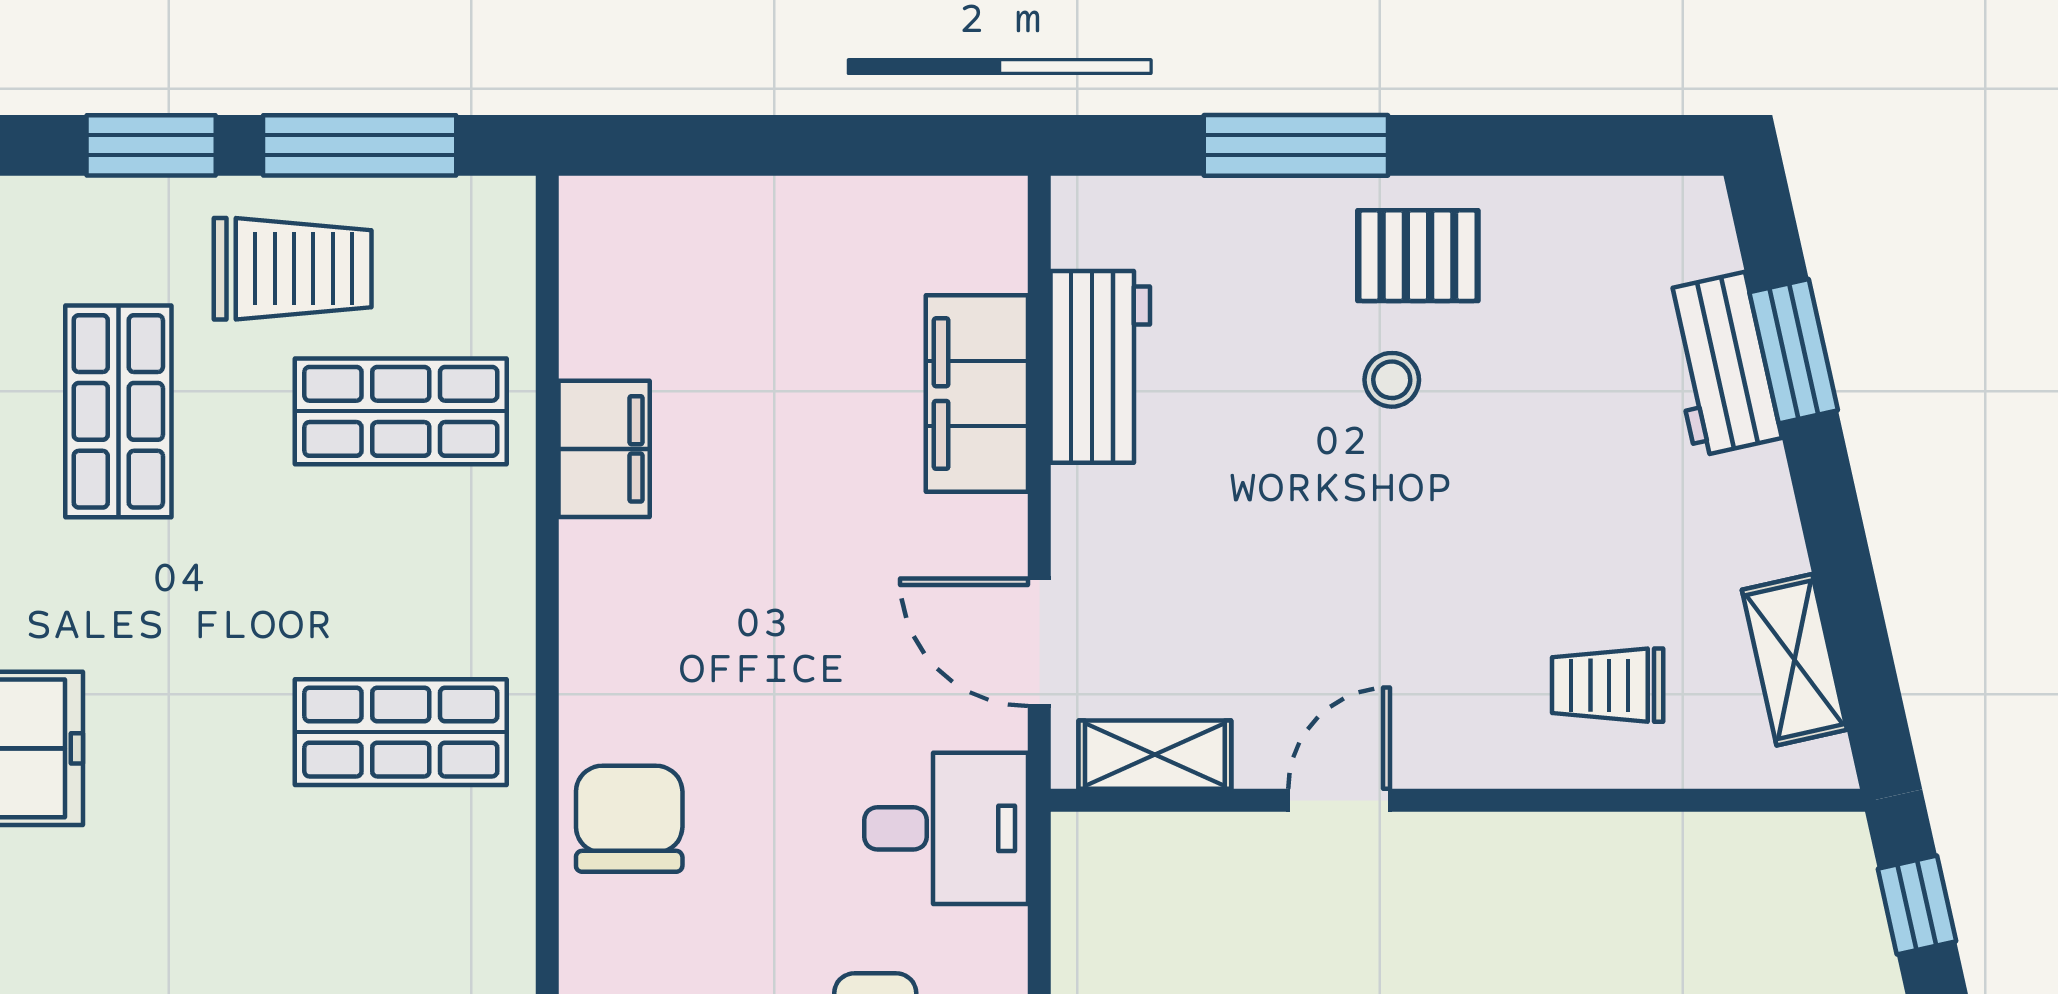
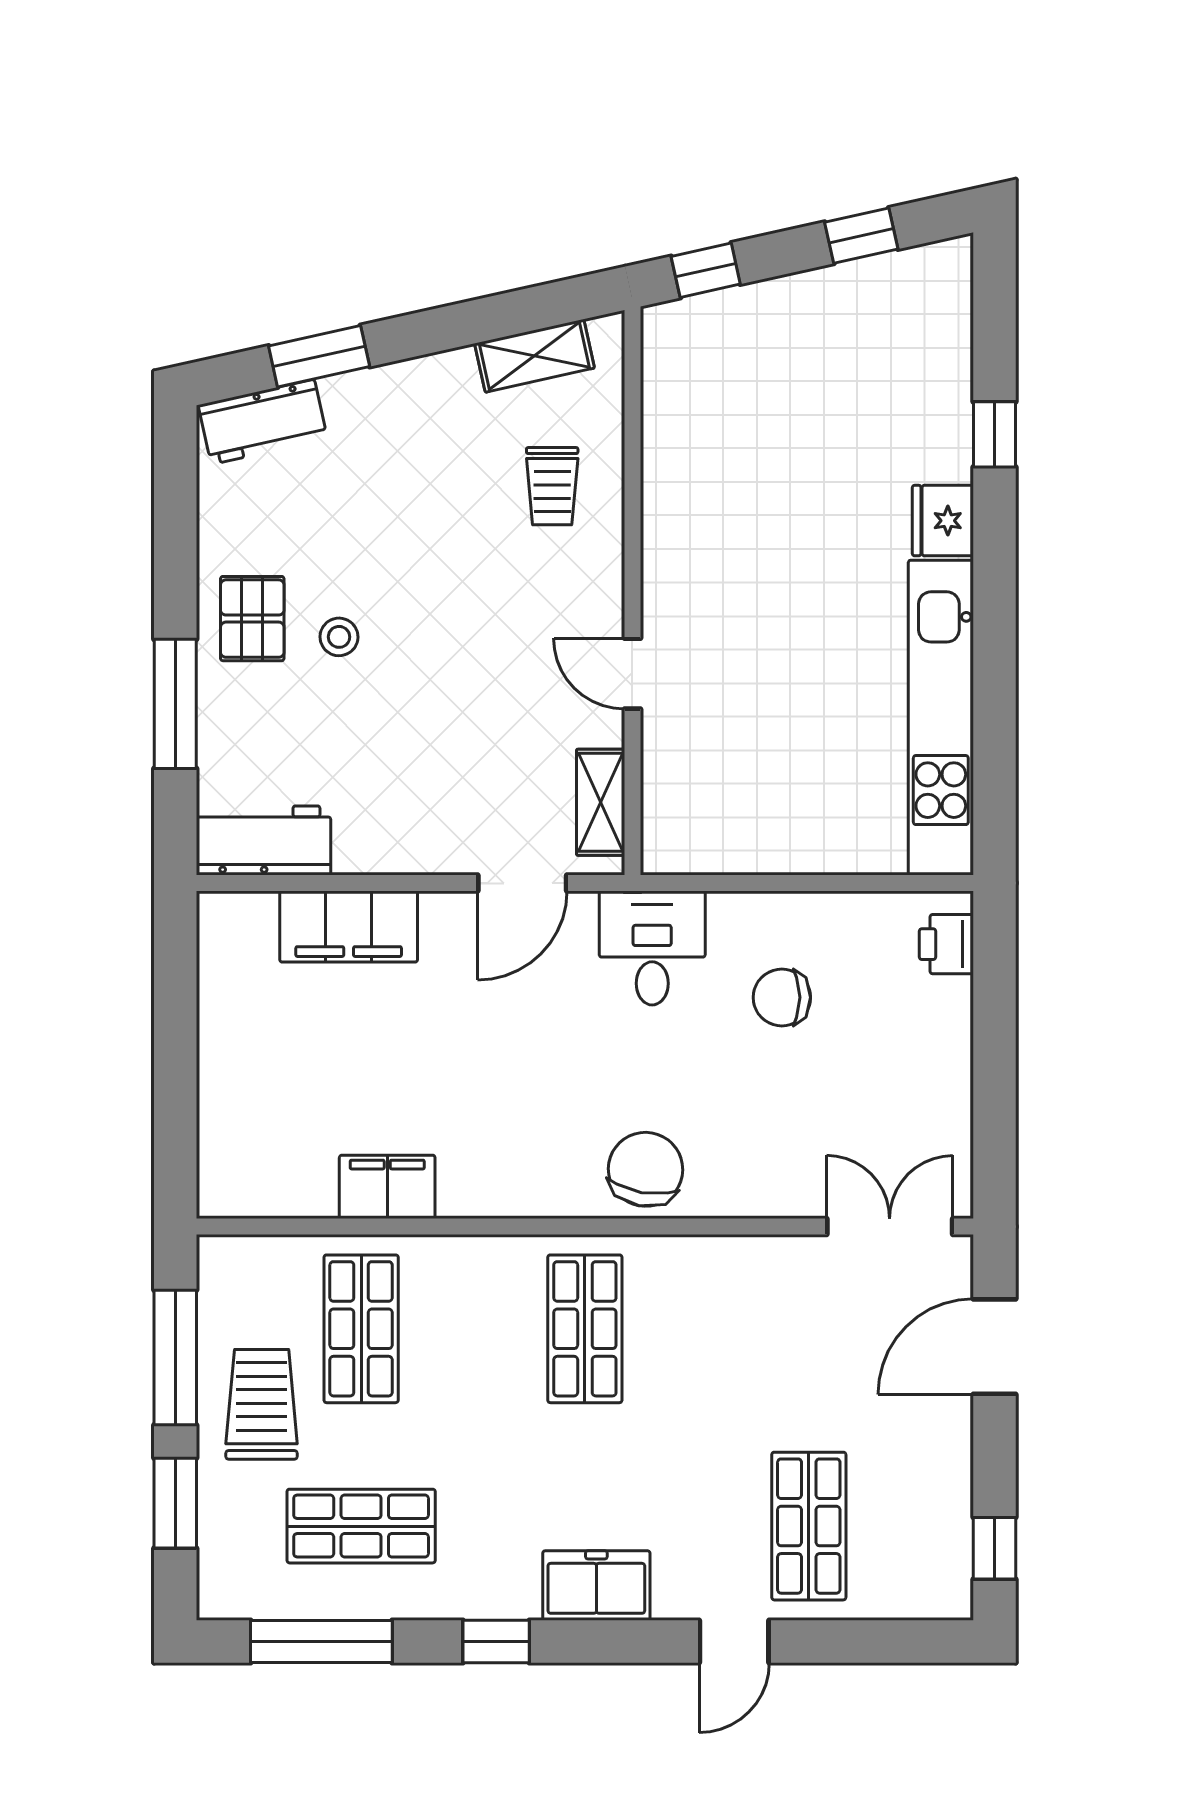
workbench: (1720, 364) -> (263, 422), moved
workbench: (1100, 367) -> (264, 840), moved
chair: (629, 819) -> (646, 1169), turned 100

